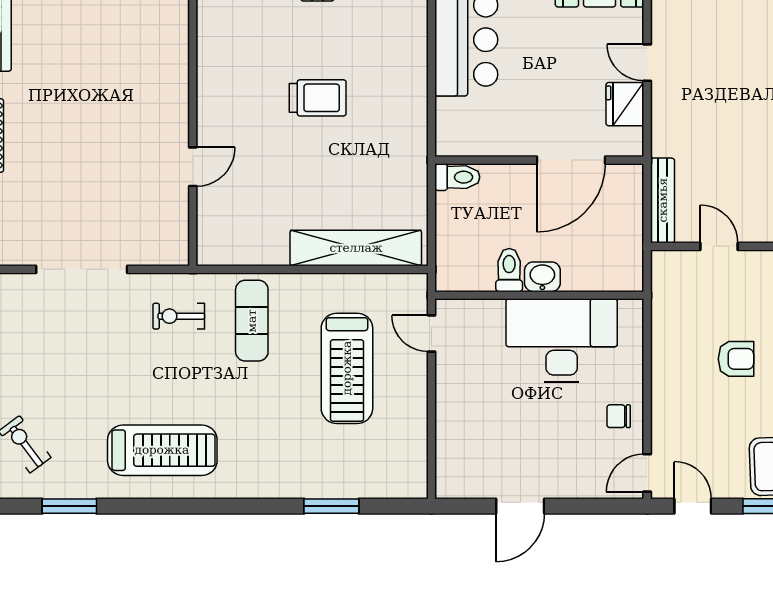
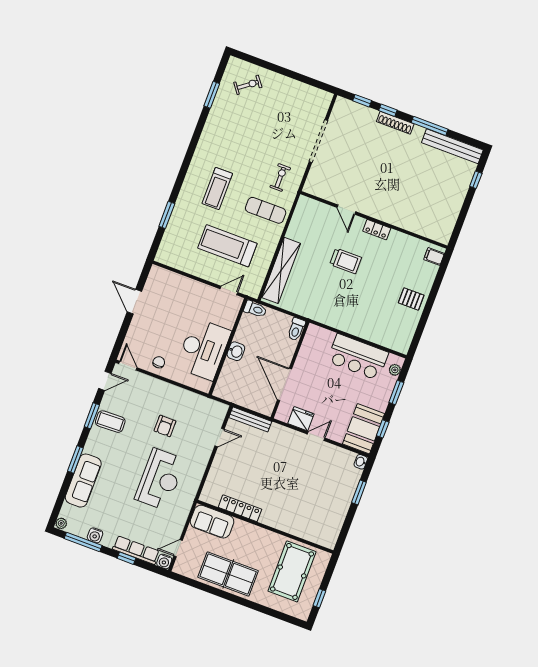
locker: (209, 94) -> (377, 230), added
trolley: (318, 98) -> (346, 261), moved, turned -90
toilet: (509, 270) -> (255, 309), moved
treadmill: (162, 450) -> (217, 188), moved, width x0.73, depth x0.73

